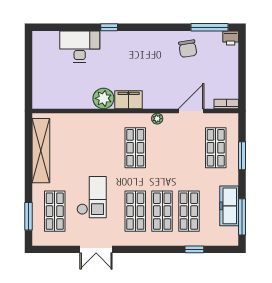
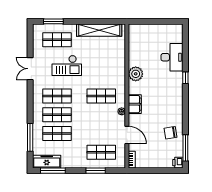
filing cabinet: (129, 100) -> (135, 104), moved
freezer: (229, 206) -> (47, 162), moved
window: (194, 249) -> (30, 137), width x2.17

